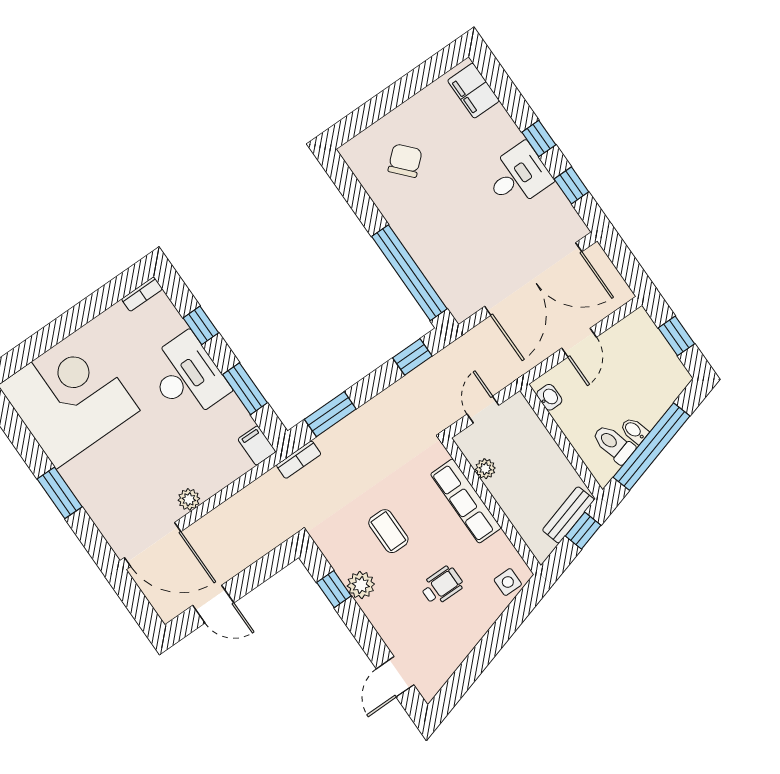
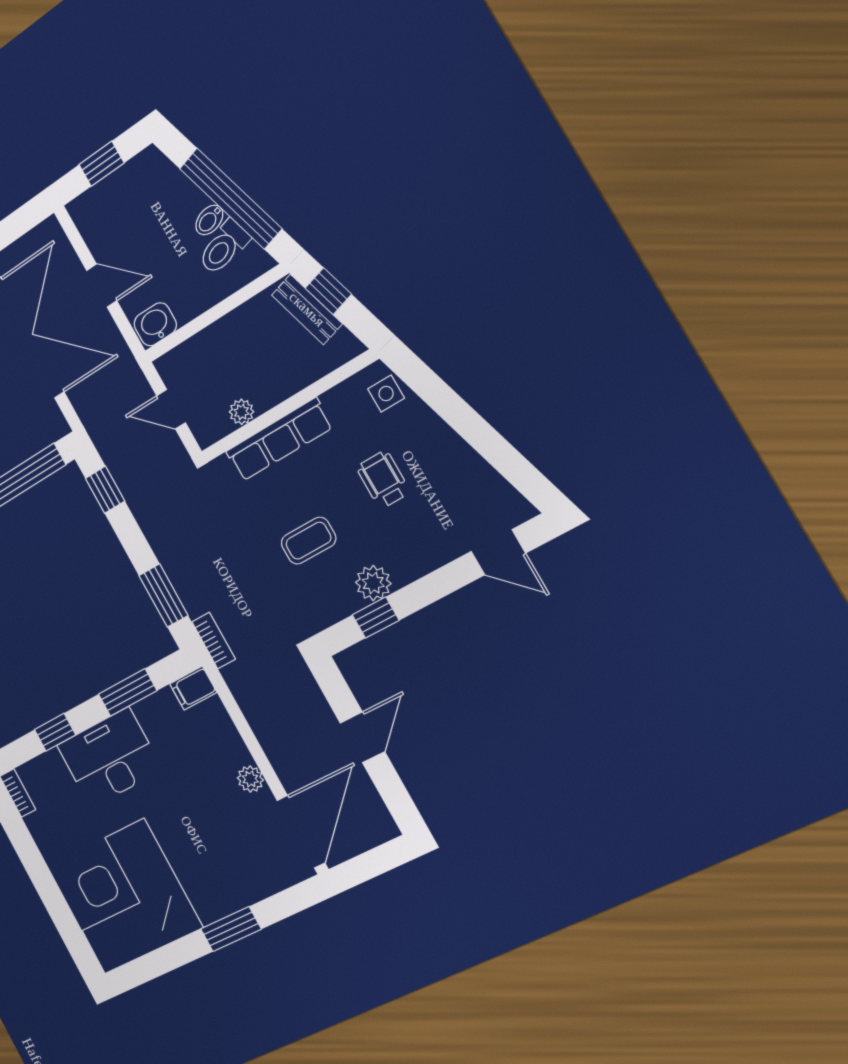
washbasin: (549, 397) -> (155, 324), width x1.38, depth x1.45
door: (213, 604) -> (362, 737), moved

